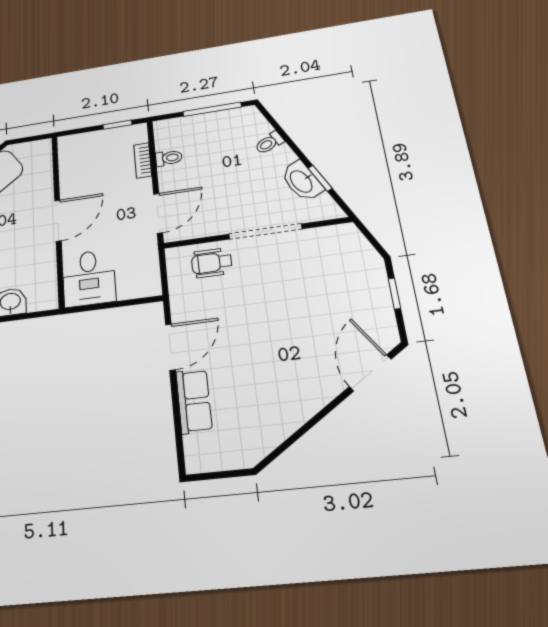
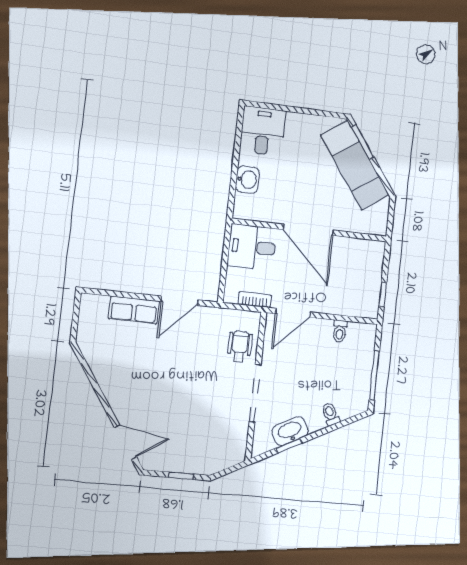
bookcase: (143, 160) -> (255, 300), moved
door: (158, 213) -> (293, 313), hinge flipped
door: (58, 221) -> (308, 230), width x1.36
door: (170, 347) -> (180, 301), hinge flipped

